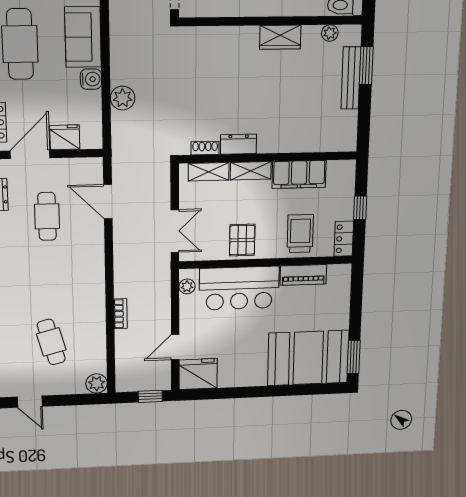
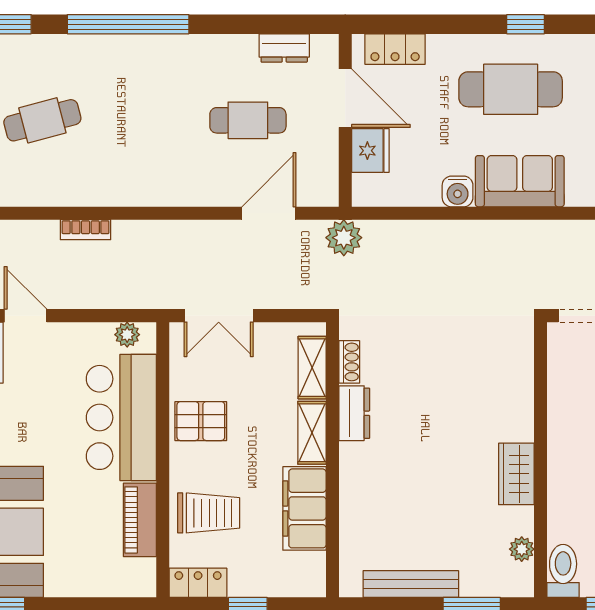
bench: (351, 78) -> (411, 584), moved
plant: (123, 98) -> (344, 238), moved

